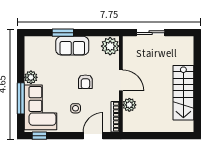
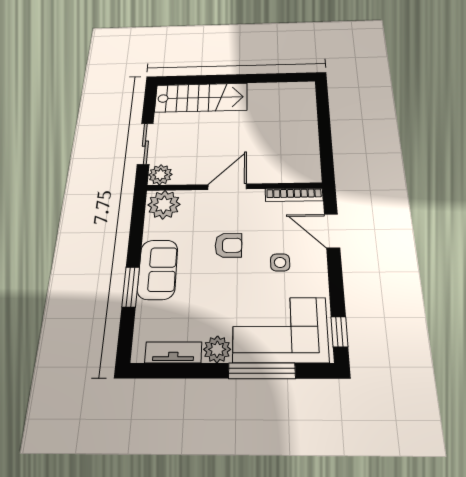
tv unit: (29, 56) -> (173, 352), added
stairs: (183, 93) -> (201, 98), moved
plant: (129, 105) -> (160, 175), moved

